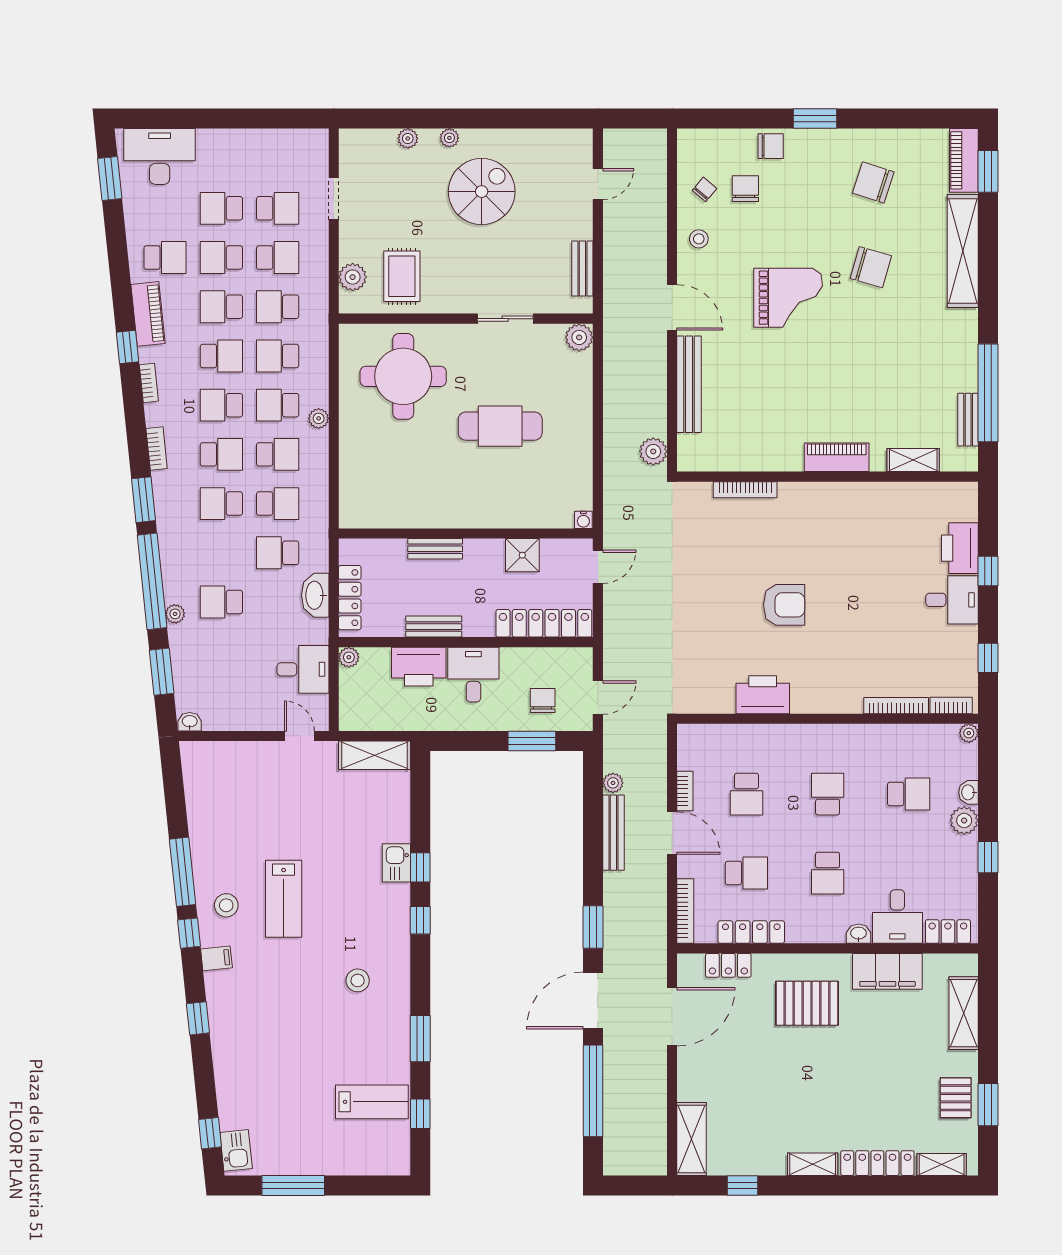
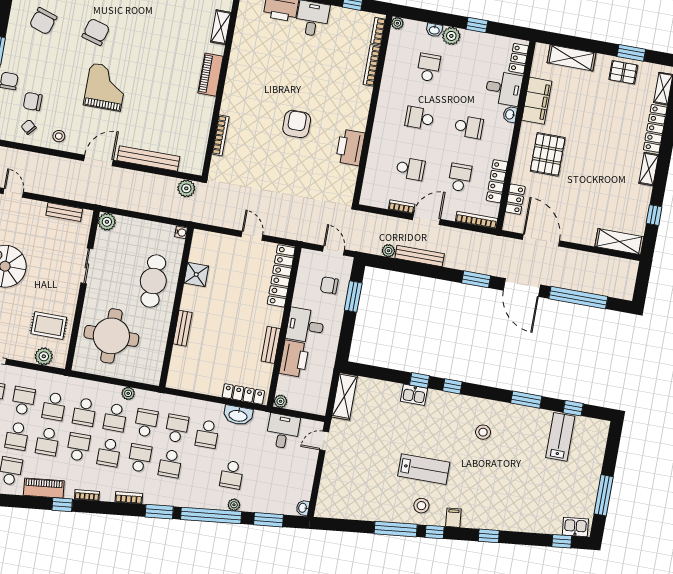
water cooler: (583, 520) -> (181, 232), moved
wall: (466, 533) -> (176, 307), moved
bench: (435, 549) -> (182, 328), moved
shower: (522, 555) -> (196, 274), moved

